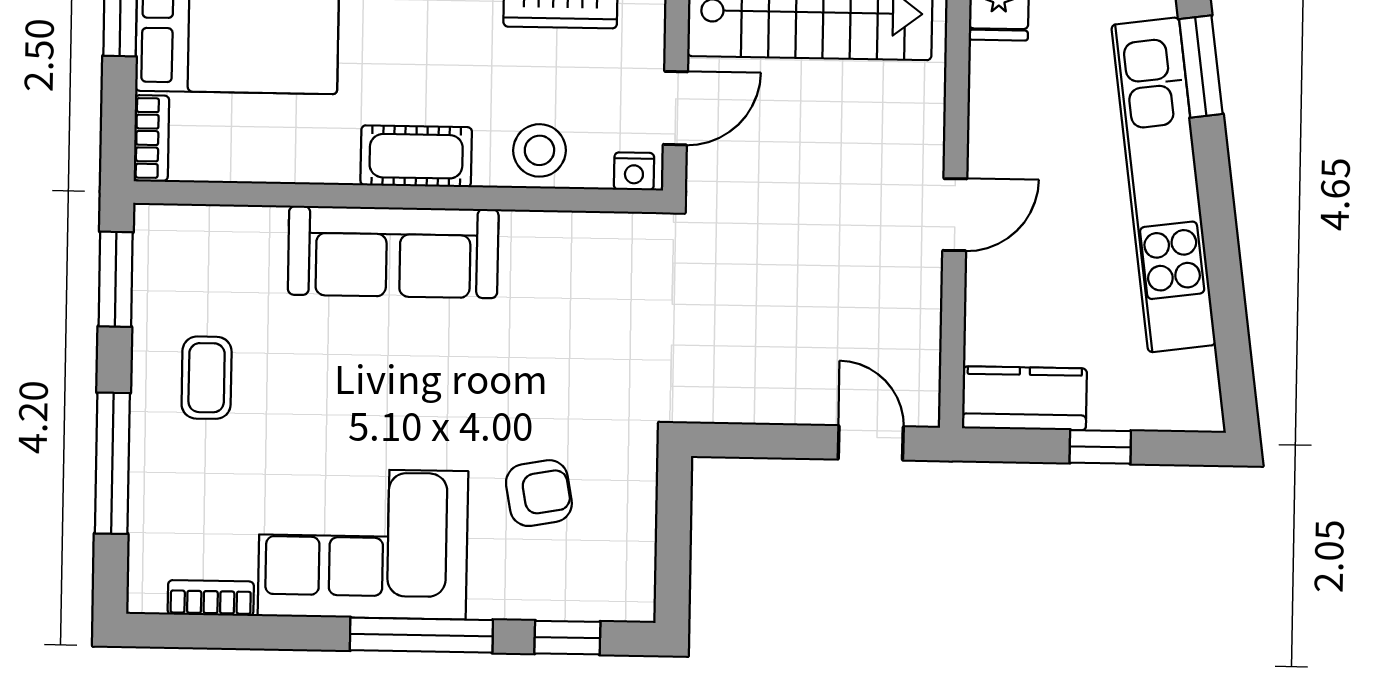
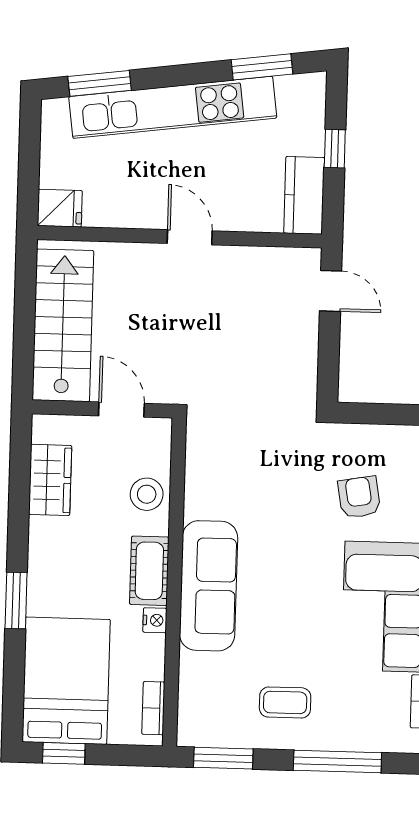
bookcase: (151, 138) -> (153, 708), moved, turned -90
nightstand: (634, 171) -> (155, 620), moved
window: (1230, 328) -> (262, 67), added
door: (871, 443) -> (331, 291), swing flipped

